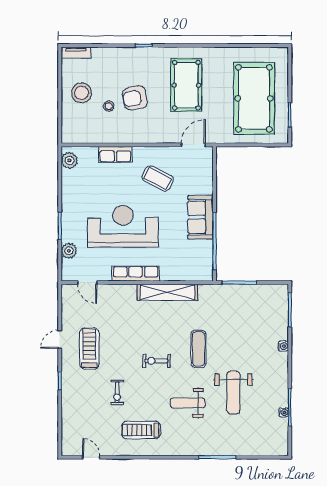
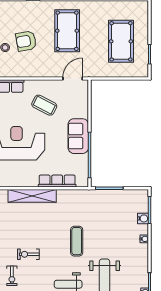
pool table: (254, 98) -> (121, 41), width x0.73, depth x0.76
row of seats: (136, 274) -> (57, 181), moved
shelving: (167, 292) -> (32, 196), moved
water cooler: (282, 320) -> (143, 218), added
exercise bike: (156, 361) -> (28, 254), moved

